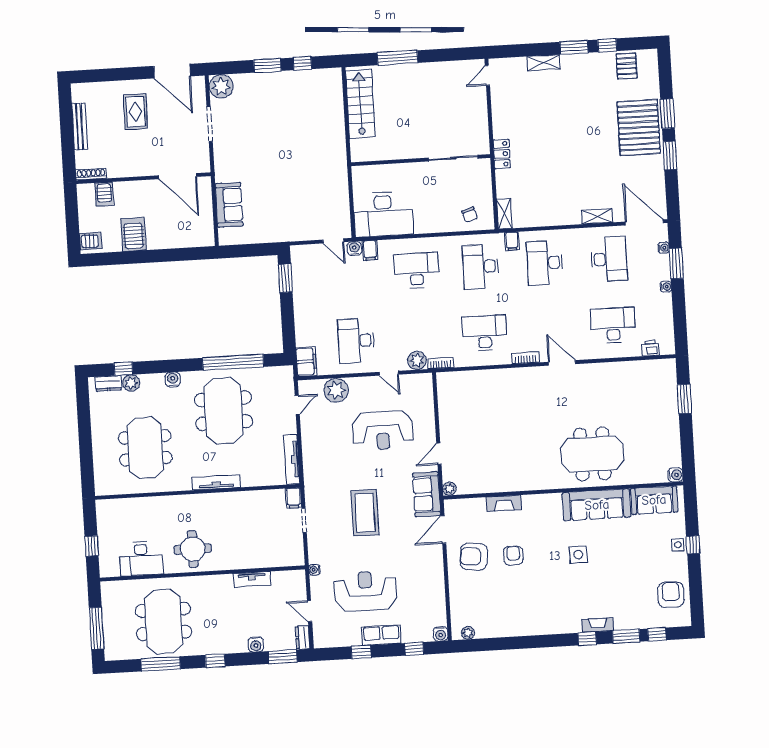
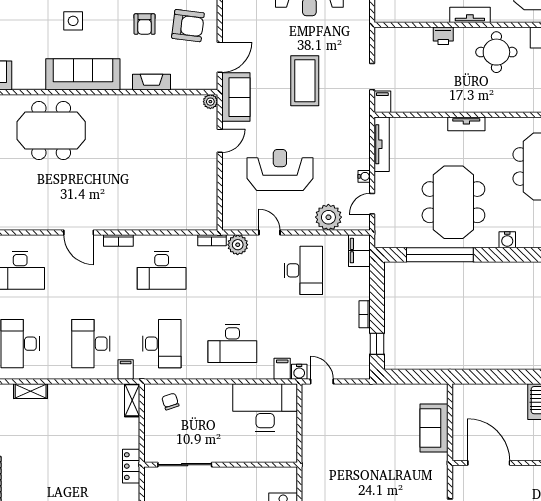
desk: (545, 263) -> (91, 344), turned 180
window: (285, 278) -> (377, 344), width x0.67
bookcase: (298, 304) -> (365, 314), added
tv unit: (216, 482) -> (466, 124), width x0.71
sofa: (597, 505) -> (83, 74), moved
printer: (242, 561) -> (443, 36), added
water cooler: (314, 570) -> (364, 176), moved
tv unit: (252, 579) -> (470, 15), moved

